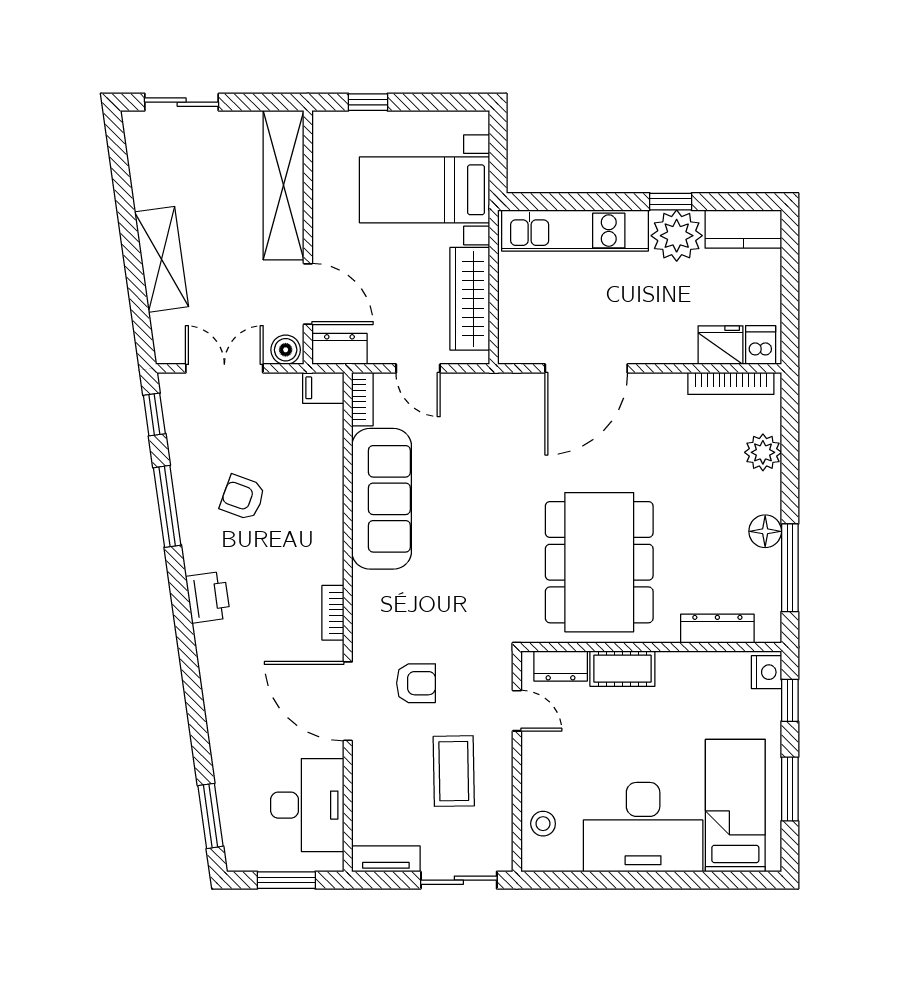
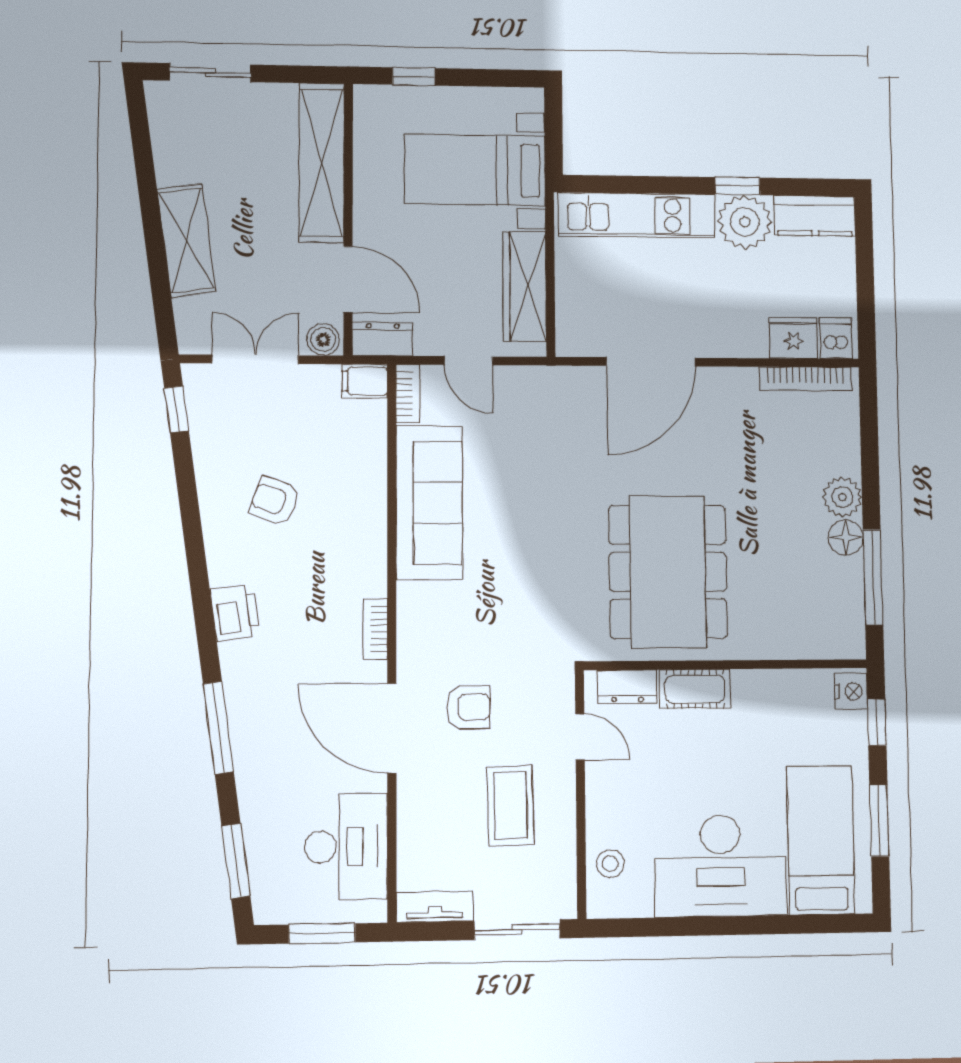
plant: (763, 452) -> (842, 497), moved
window: (167, 506) -> (218, 728), moved
dresser: (717, 629) -> (797, 644), removed

